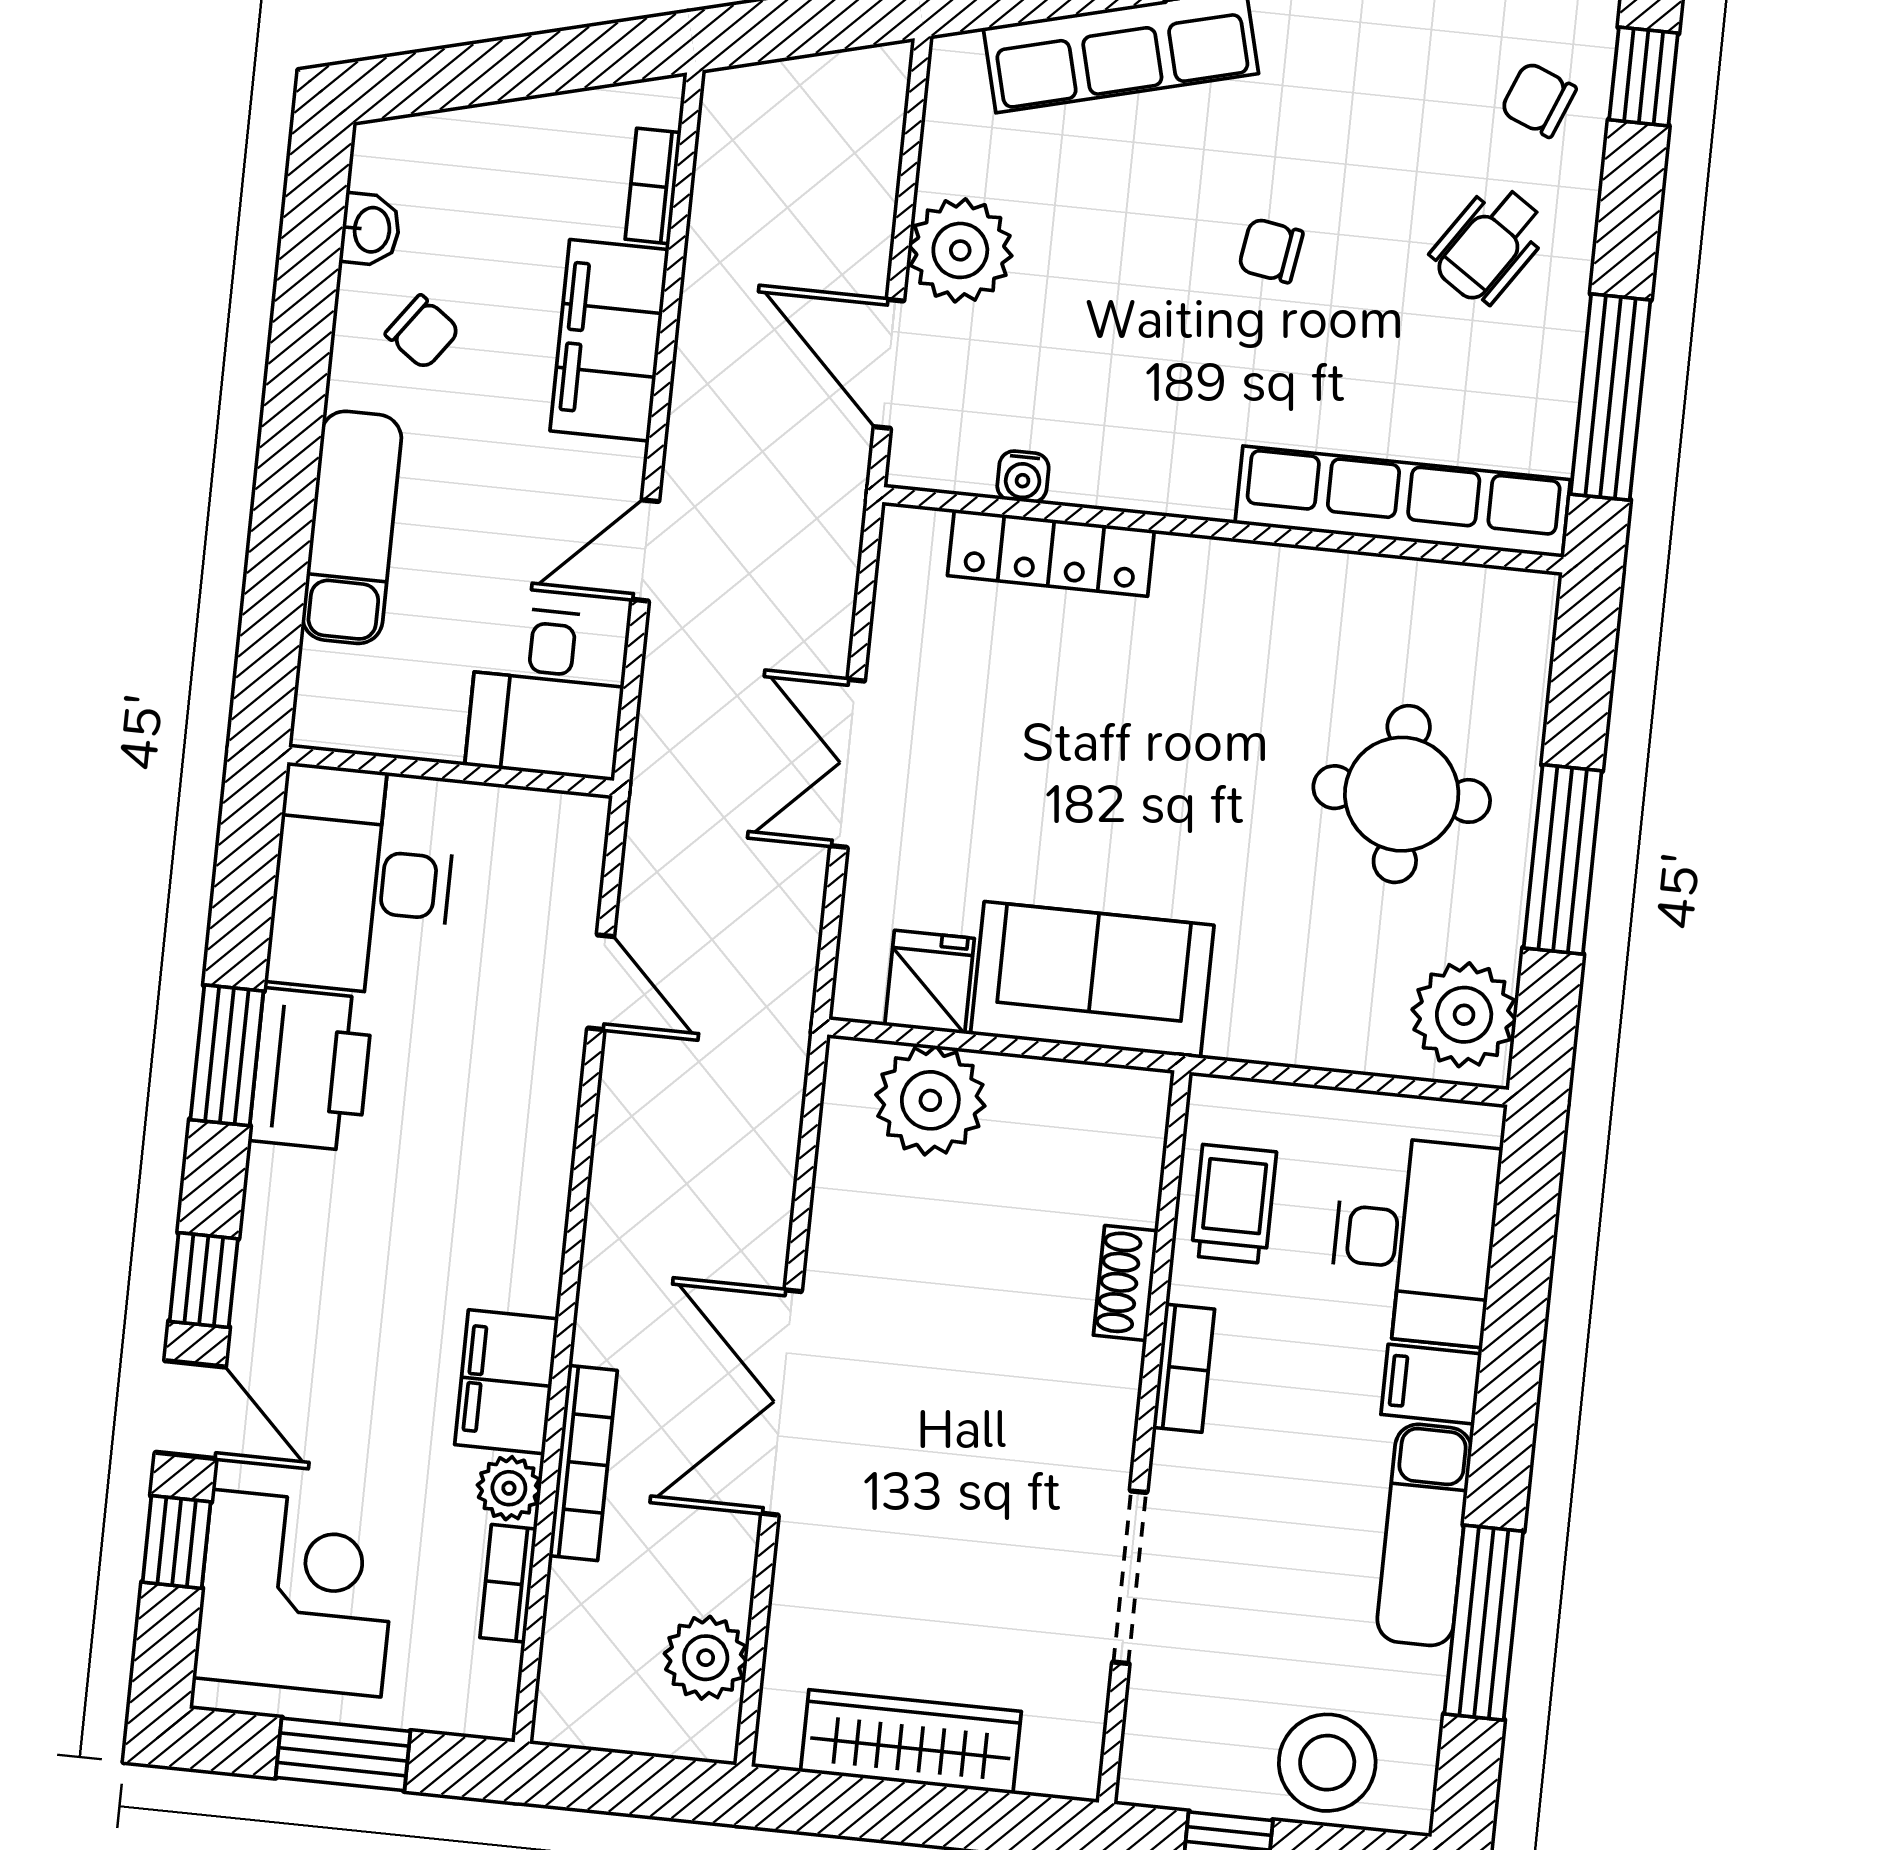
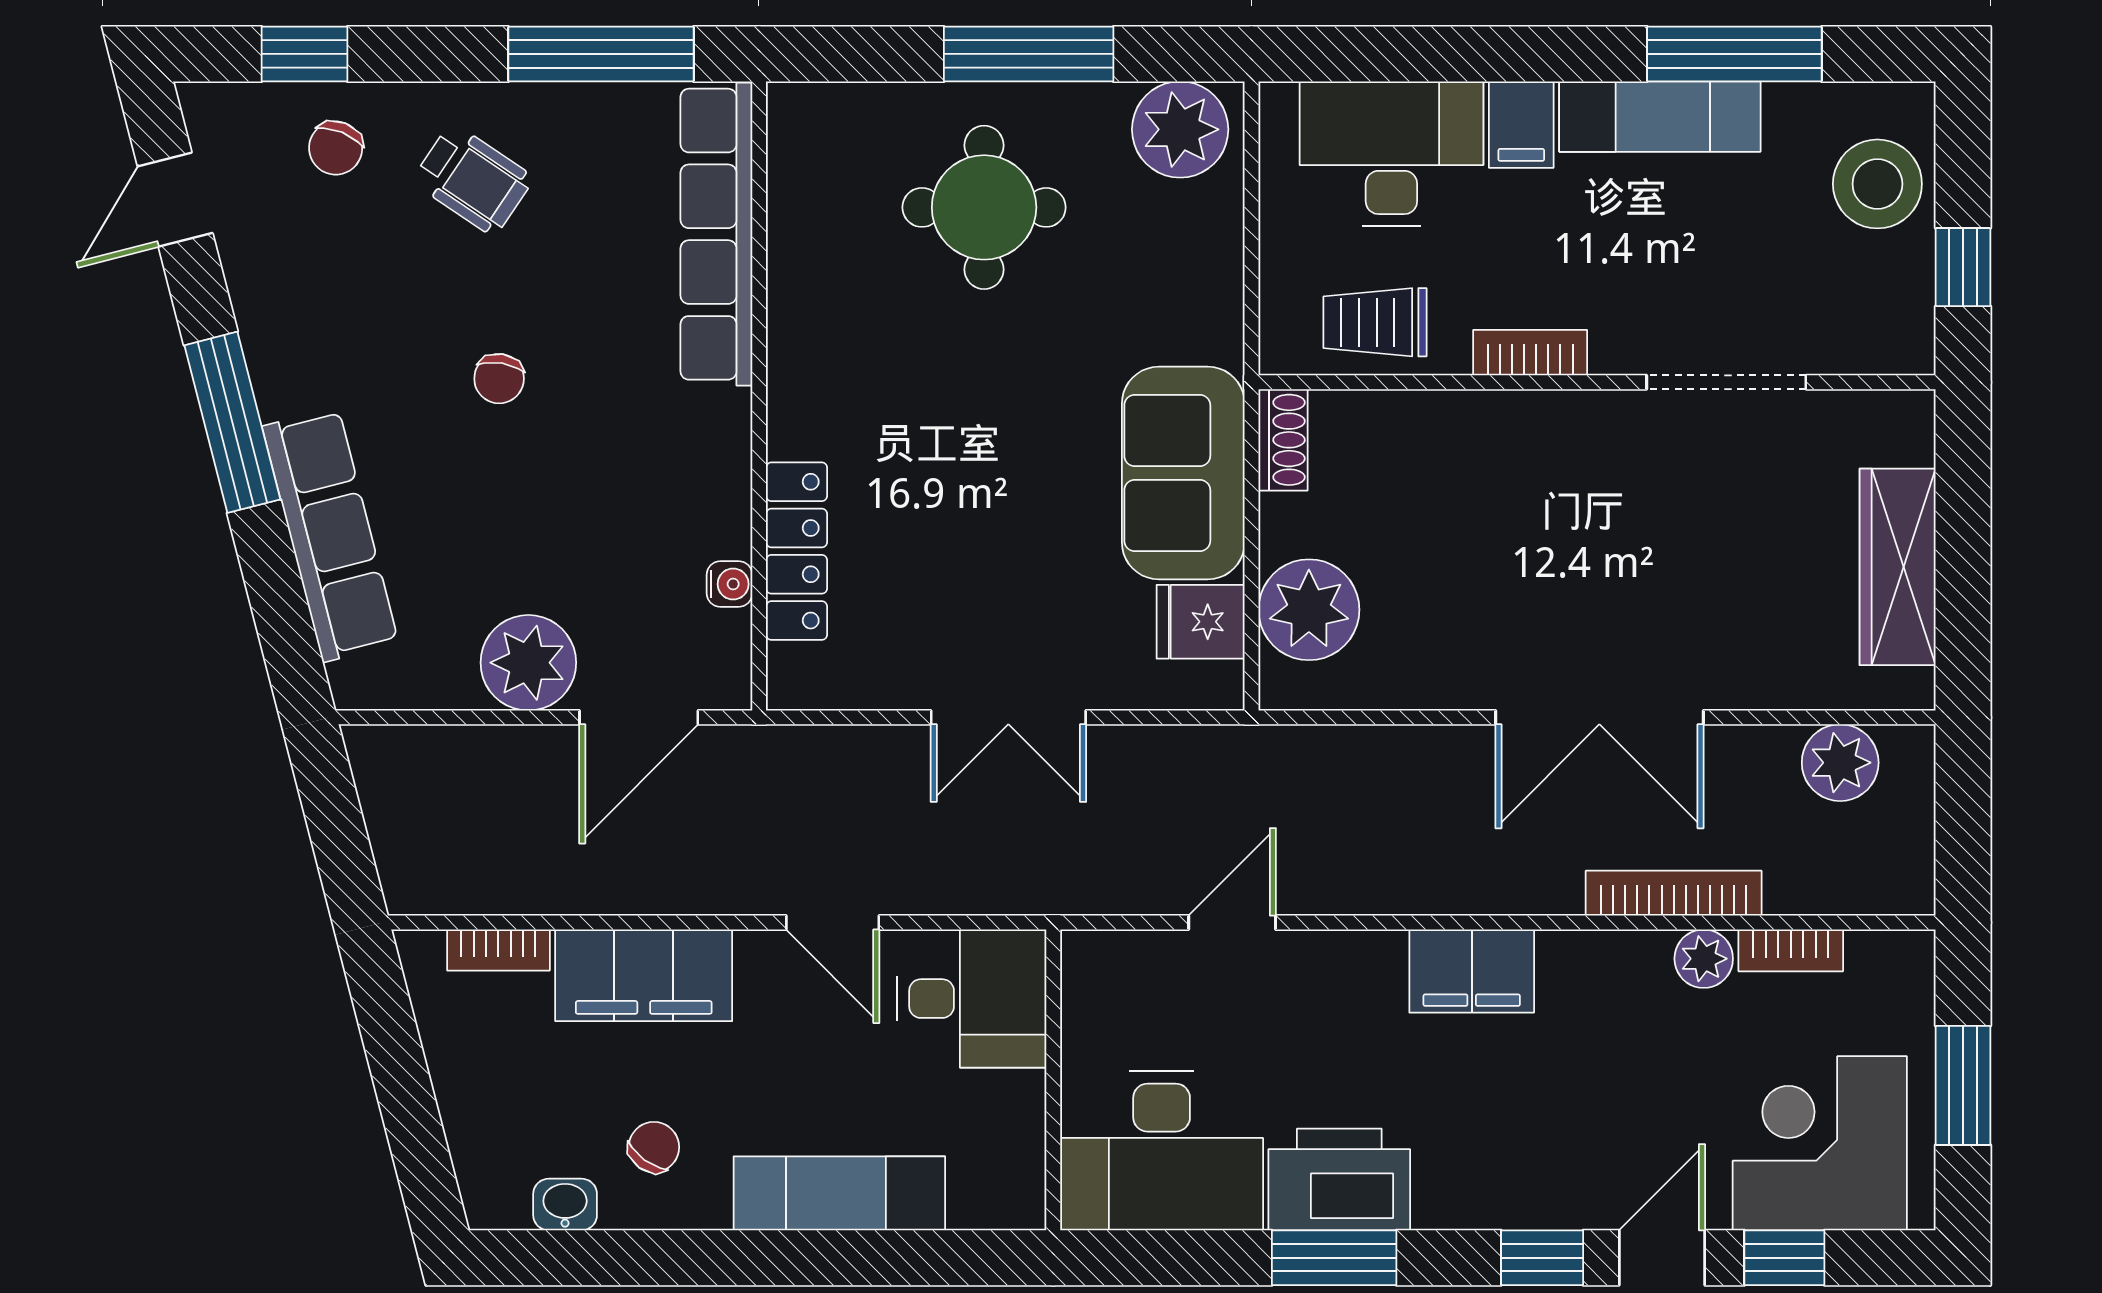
shoe rack: (1126, 1283) -> (1283, 440), moved, turned -90
filing cabinet: (506, 1382) -> (1472, 971), moved

